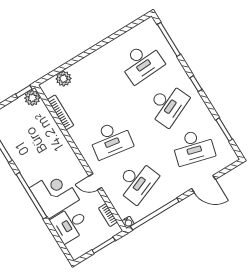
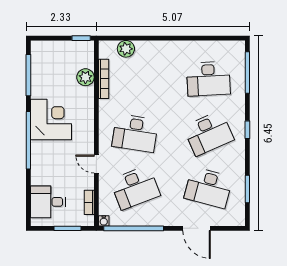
plant: (32, 98) -> (85, 77), moved
corner desk: (54, 194) -> (51, 120), moved
desk: (70, 224) -> (48, 202), moved

